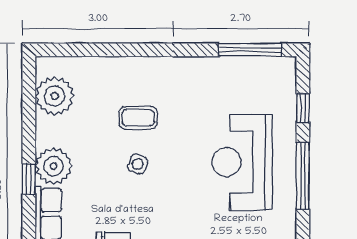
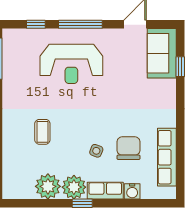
plant: (55, 96) -> (48, 186), moved
side table: (138, 164) -> (96, 151), moved

